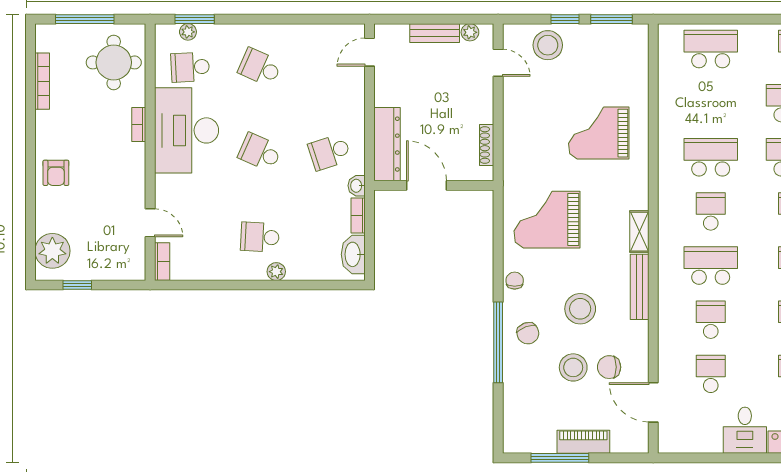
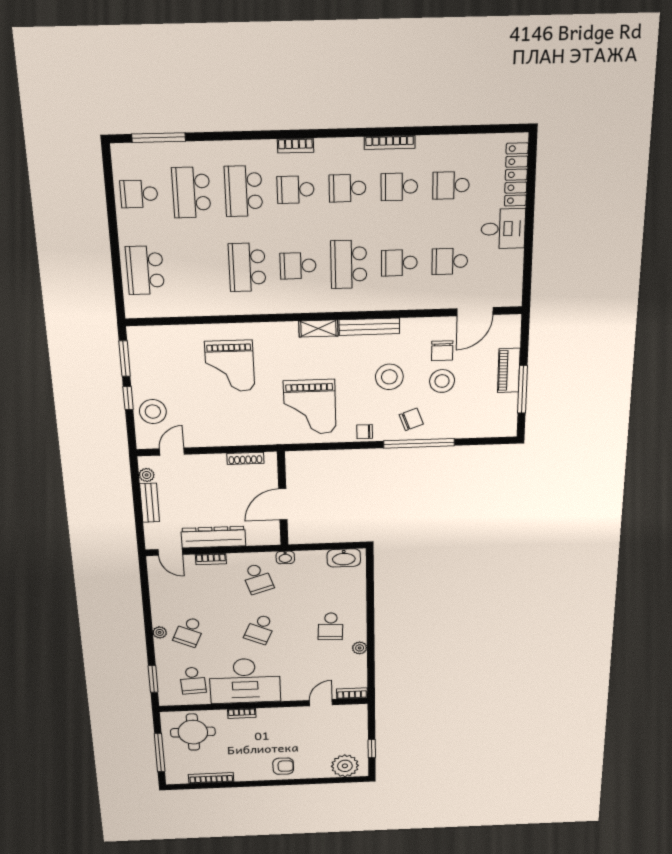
plant: (188, 32) -> (160, 632), moved
dresser: (387, 144) -> (213, 537), moved
bookcase: (358, 216) -> (211, 559), moved
plant: (276, 272) -> (360, 648), moved

